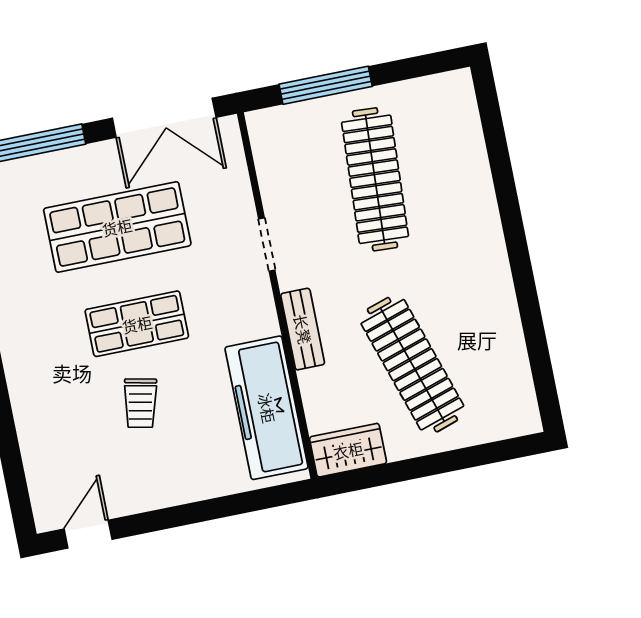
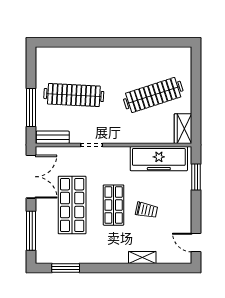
bench: (303, 329) -> (53, 137), moved
shelving: (28, 416) -> (142, 257), added
window: (241, 503) -> (196, 177), added

